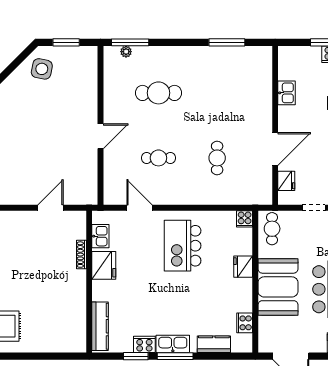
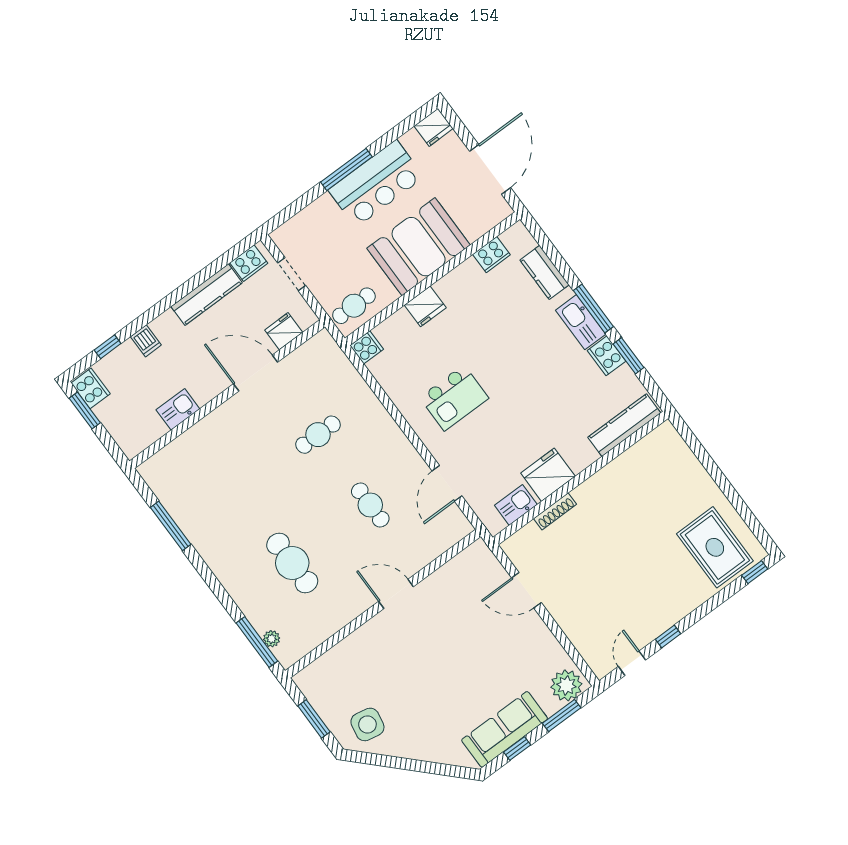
kitchen island: (183, 246) -> (454, 398), width x0.73, depth x0.78

